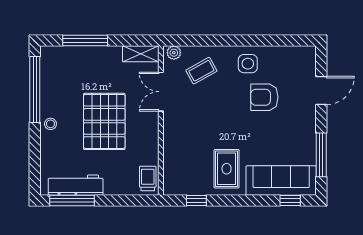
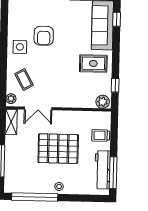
trolley: (148, 178) -> (101, 135), moved
plant: (172, 183) -> (103, 102), added

